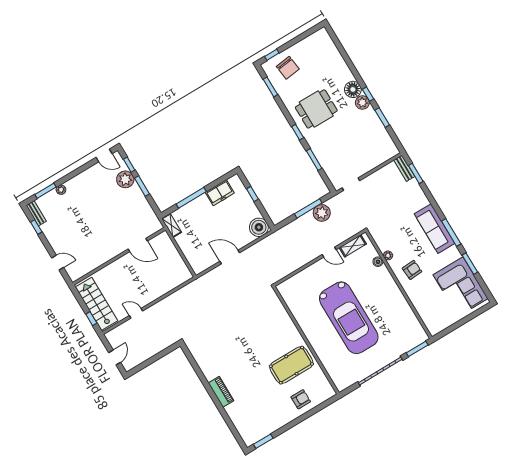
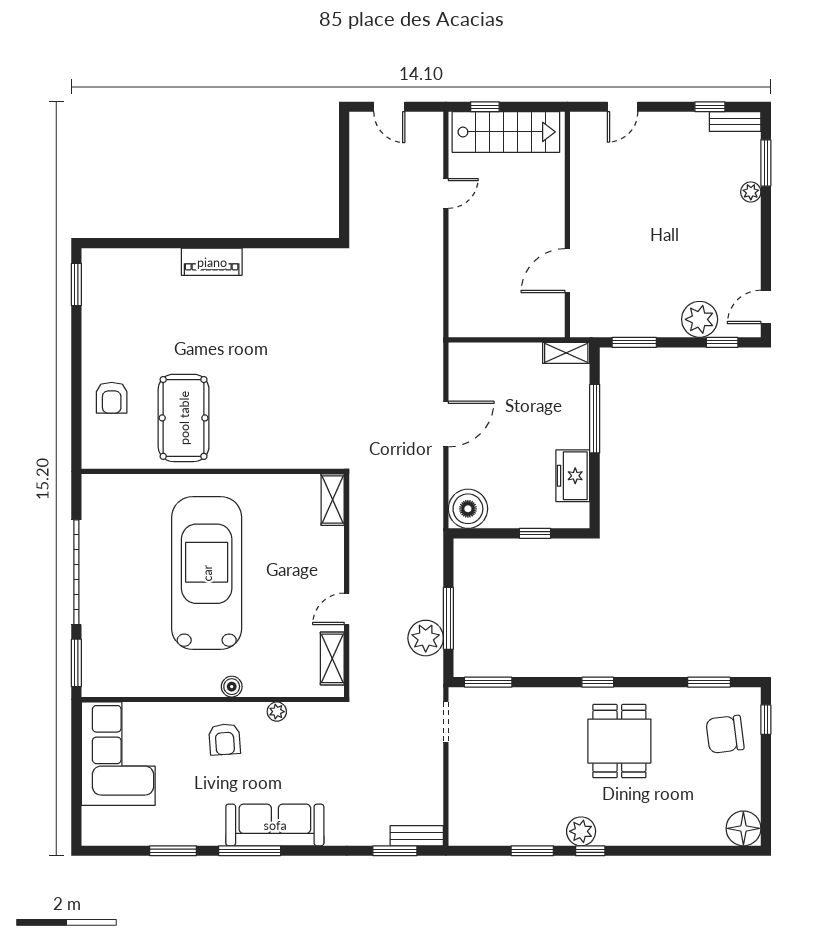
floor lamp: (353, 89) -> (743, 828), moved
window: (314, 160) -> (488, 682), moved
window: (142, 186) -> (634, 342), moved
boiler: (378, 262) -> (232, 687), moved
shelving: (288, 285) -> (333, 500), added
corner sofa: (461, 287) -> (118, 754), moved, turned 90
car: (349, 318) -> (207, 573), turned 90

